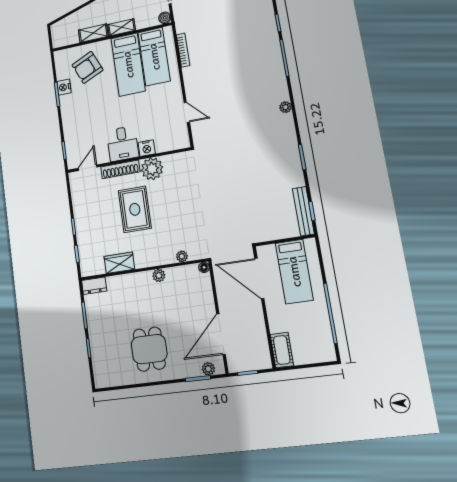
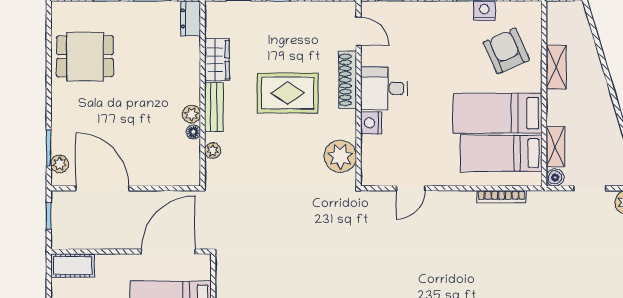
shelving: (121, 27) -> (555, 147), moved
plant: (152, 169) -> (340, 156), moved
bench: (152, 260) -> (214, 107), added
floor lamp: (204, 267) -> (193, 132), moved
dining table: (149, 349) -> (85, 56), moved

